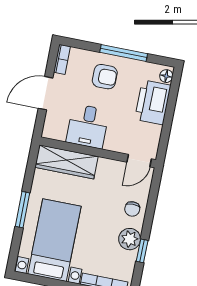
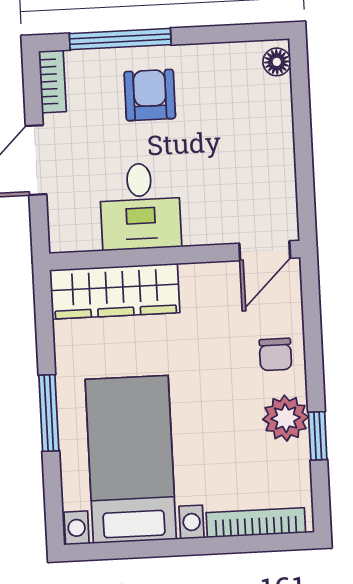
window: (124, 53) -> (120, 39), moved
armchair: (105, 77) -> (150, 95), turned -90
printer: (153, 102) -> (262, 123), removed

